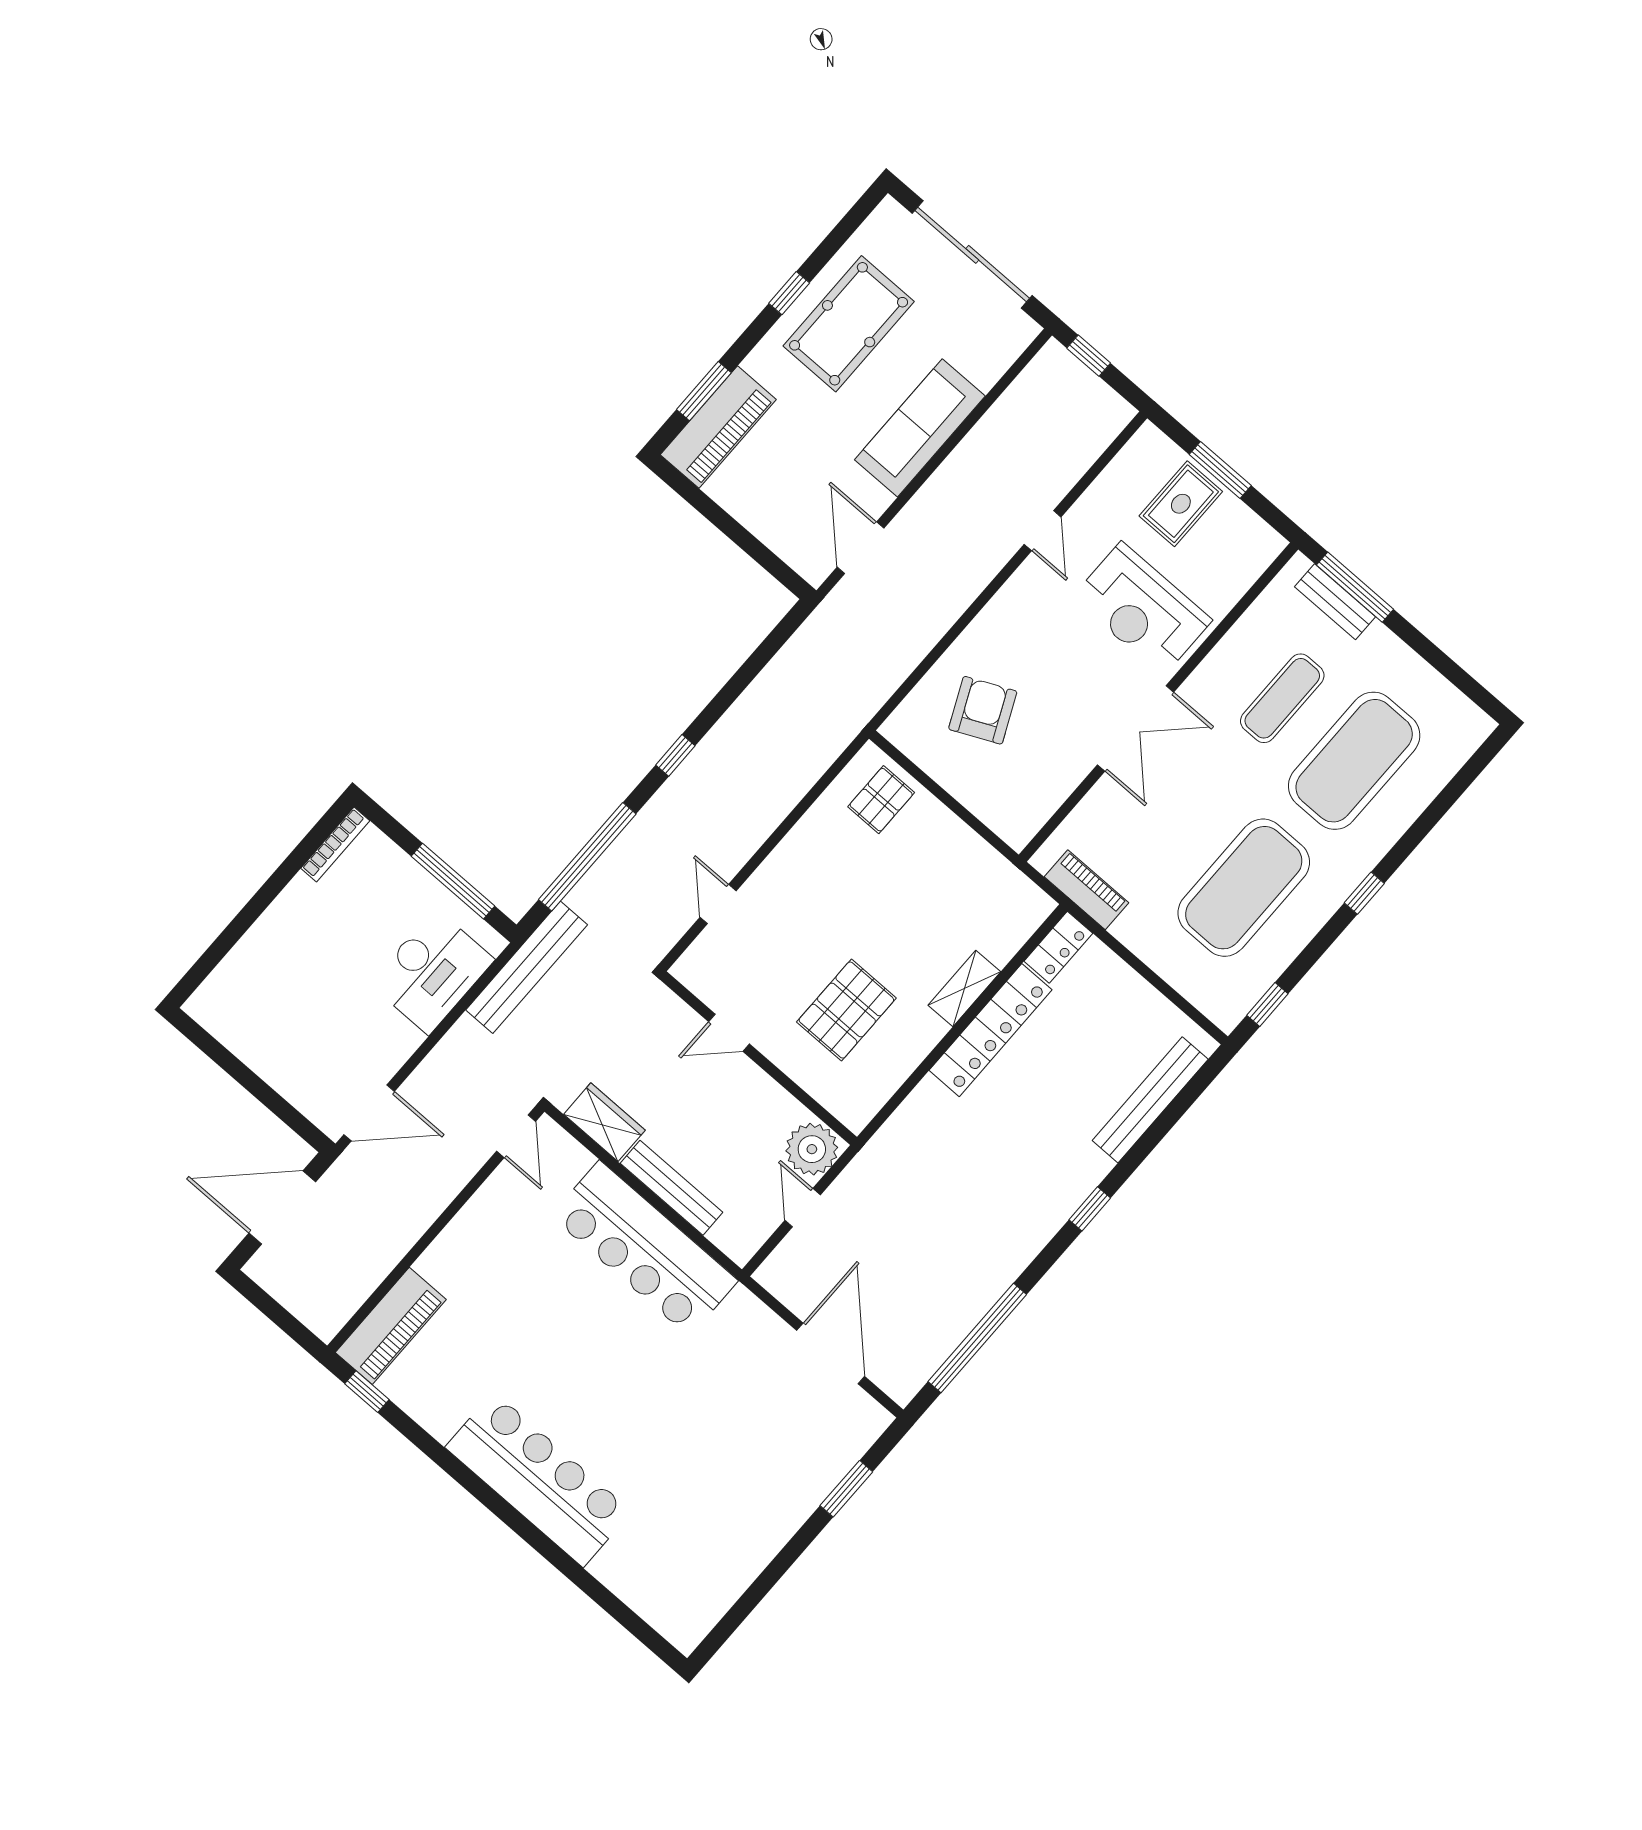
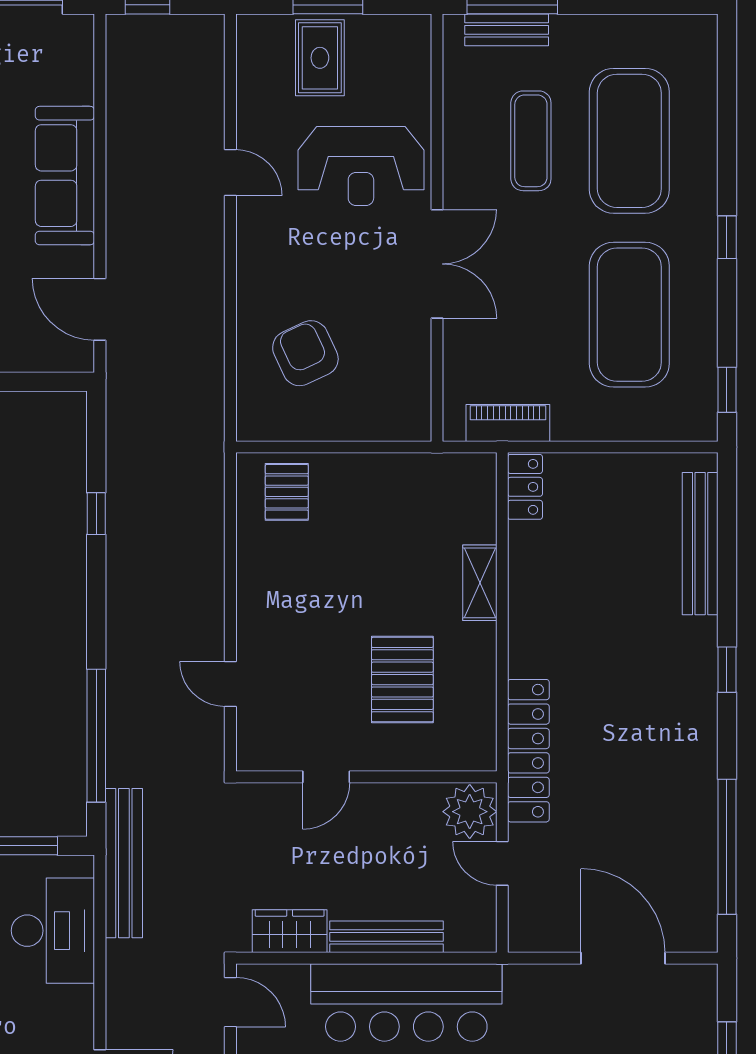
window: (675, 755) -> (96, 514), moved
locker: (991, 1030) -> (528, 751), moved

